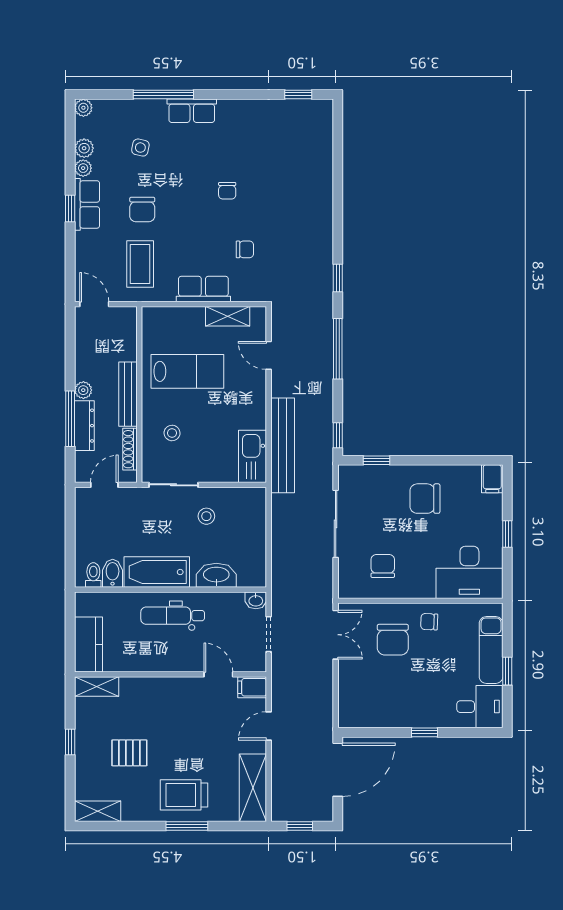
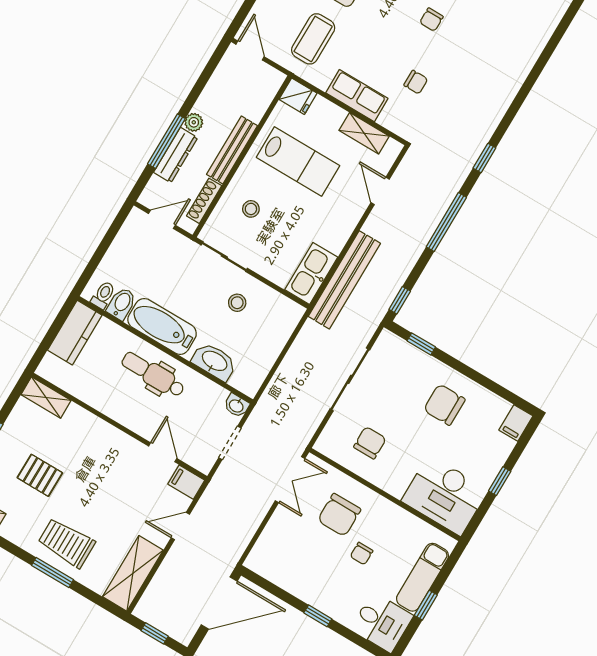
fridge: (156, 318) -> (298, 96), added
chair: (429, 622) -> (362, 554), moved, turned -92
kitchen counter: (88, 644) -> (75, 333), moved

